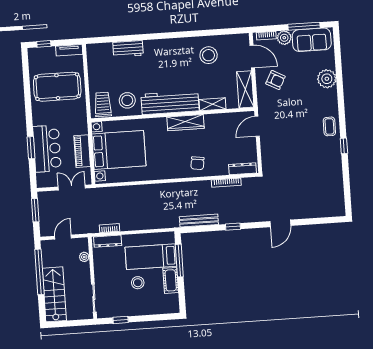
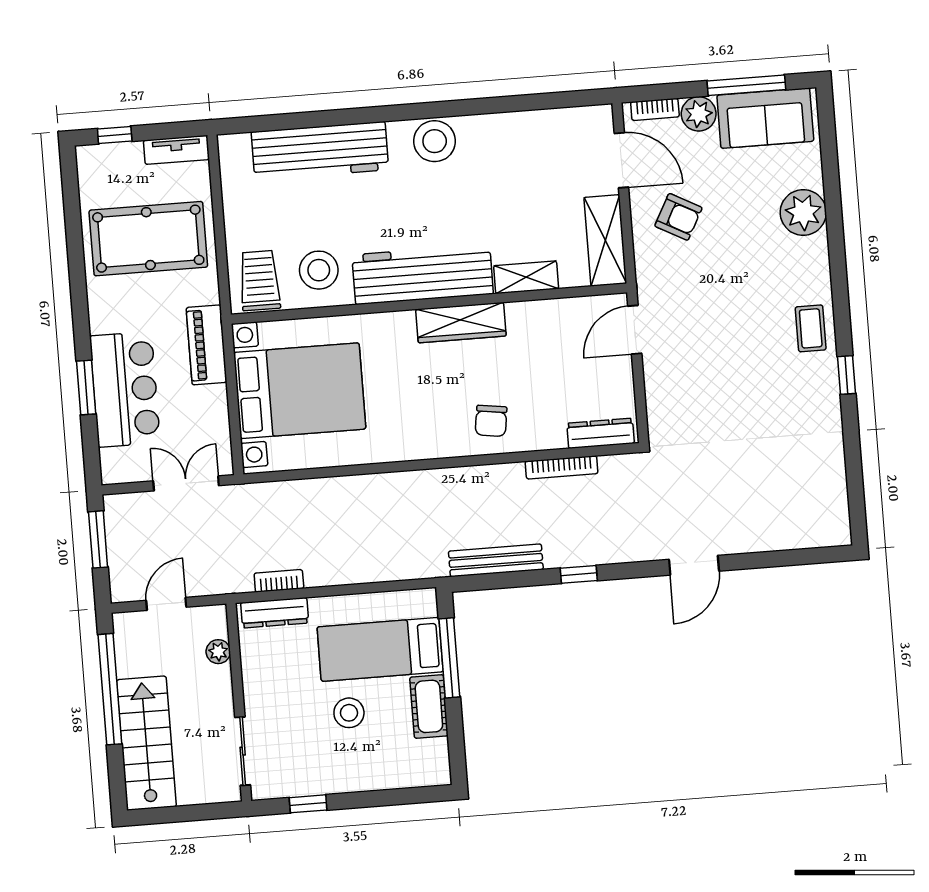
workbench: (128, 49) -> (320, 151), width x1.88, depth x1.32
stool: (209, 55) -> (435, 141), moved
piano: (82, 151) -> (207, 345), moved

